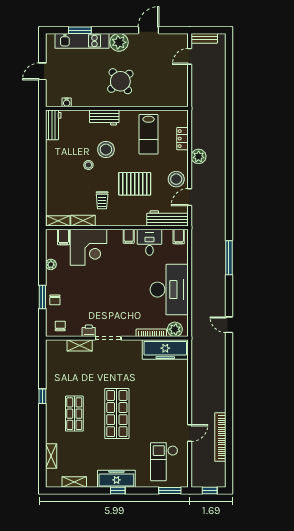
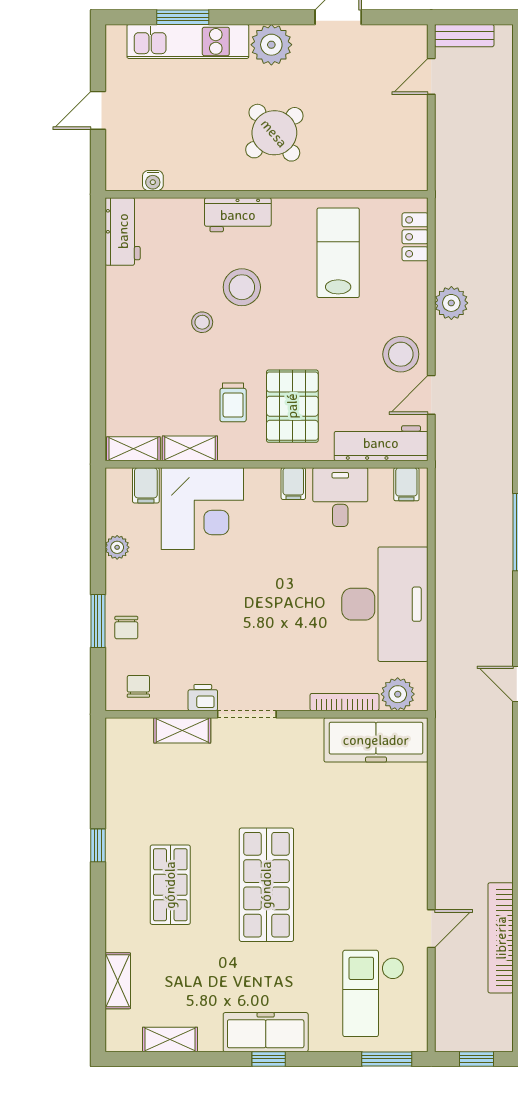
lab bench: (149, 134) -> (338, 253), turned 180
locker: (182, 139) -> (415, 237), moved
pallet: (135, 184) -> (292, 406), moved, turned 90

